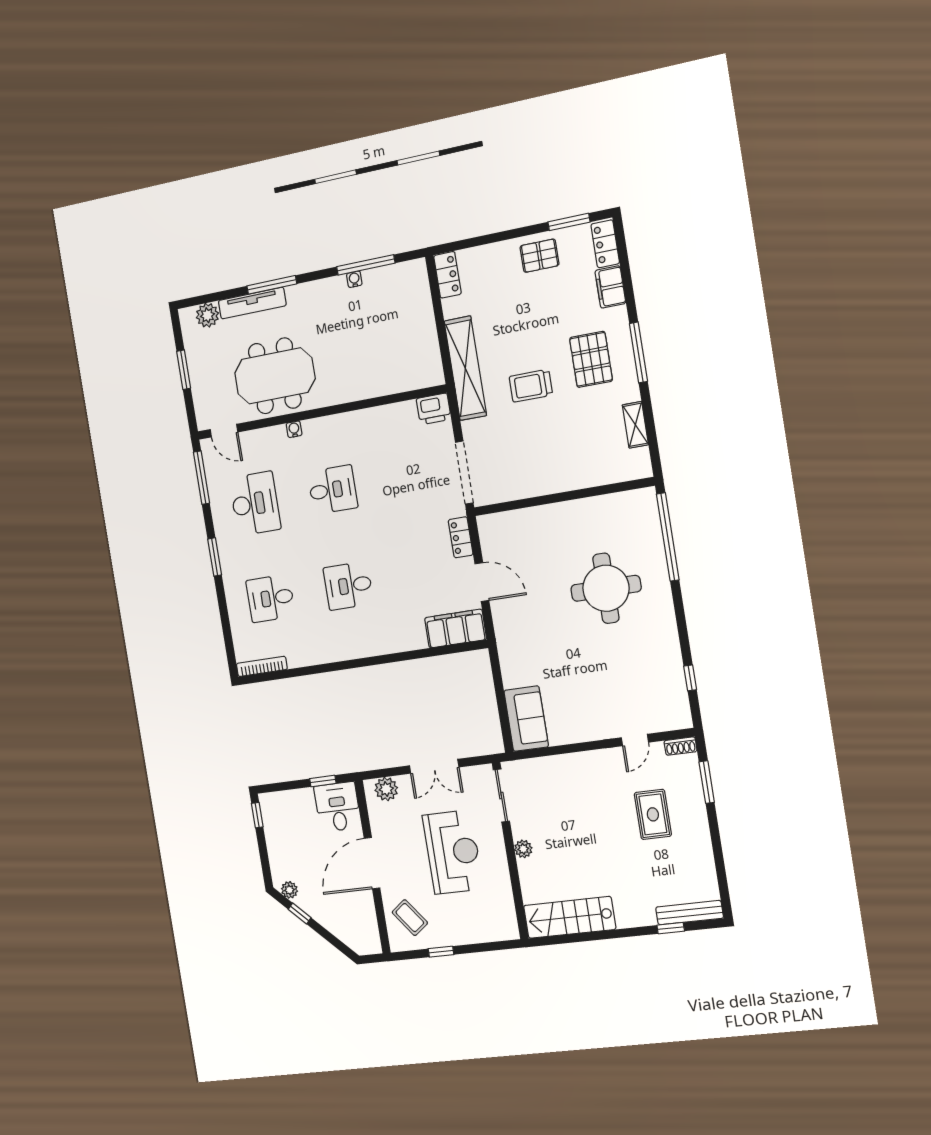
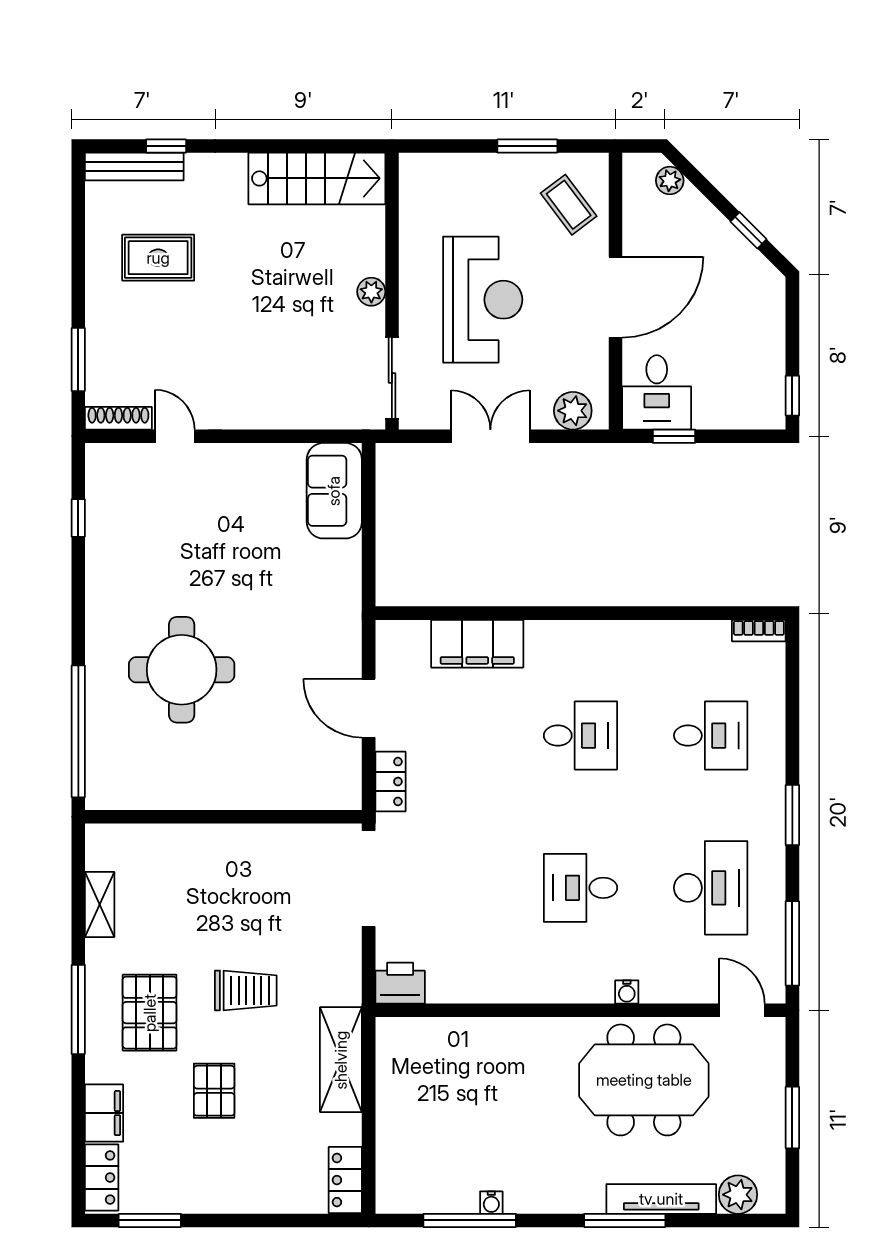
pallet: (540, 256) -> (214, 1091), moved, turned 90
shelving: (465, 368) -> (341, 1060), width x0.68
desk: (255, 504) -> (711, 888), turned 180
filing cabinet: (456, 629) -> (477, 644), moved
bookcase: (262, 666) -> (759, 631), width x0.64
door: (635, 740) -> (175, 436), hinge flipped
shoe rack: (681, 746) -> (118, 418), width x1.43
rug: (653, 814) -> (158, 258), moved, turned 90
reception desk: (453, 852) -> (483, 300), turned 180
plant: (289, 890) -> (670, 181), moved
window: (441, 952) -> (527, 146), width x1.50

